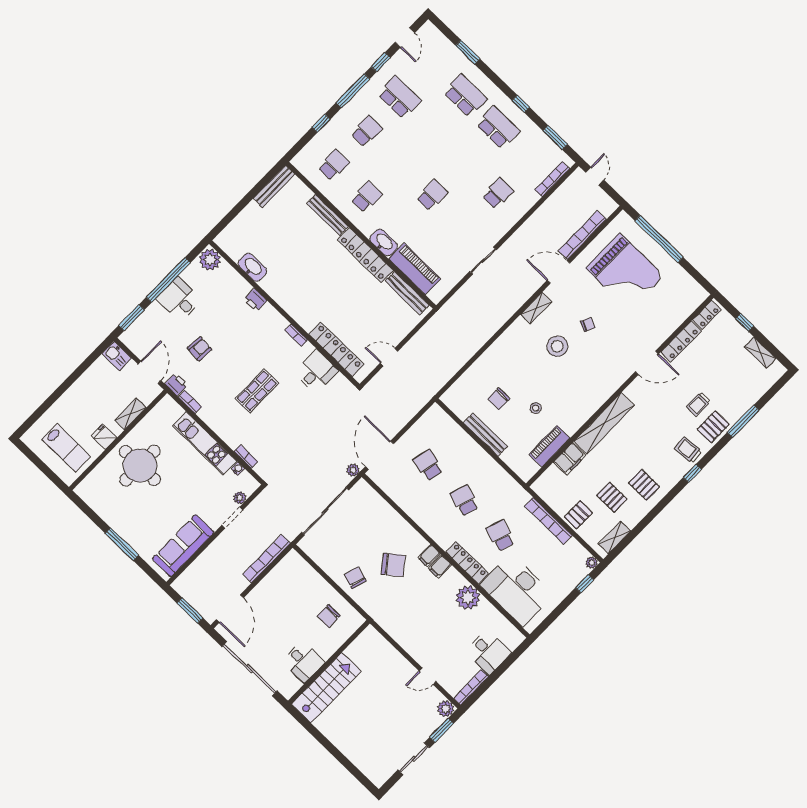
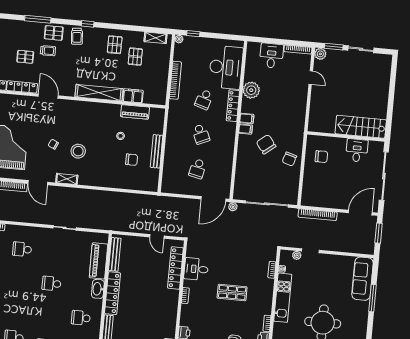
school desk: (464, 500) -> (201, 134), turned -42
pallet: (578, 515) -> (25, 57), moved
sofa: (183, 546) -> (362, 279), moved, turned 90

